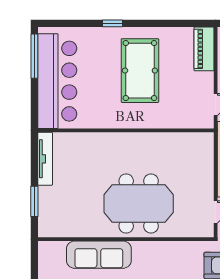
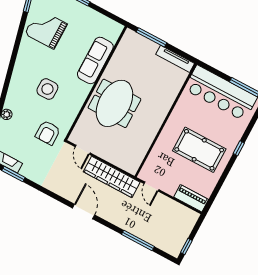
window: (34, 201) -> (151, 37), width x1.44

